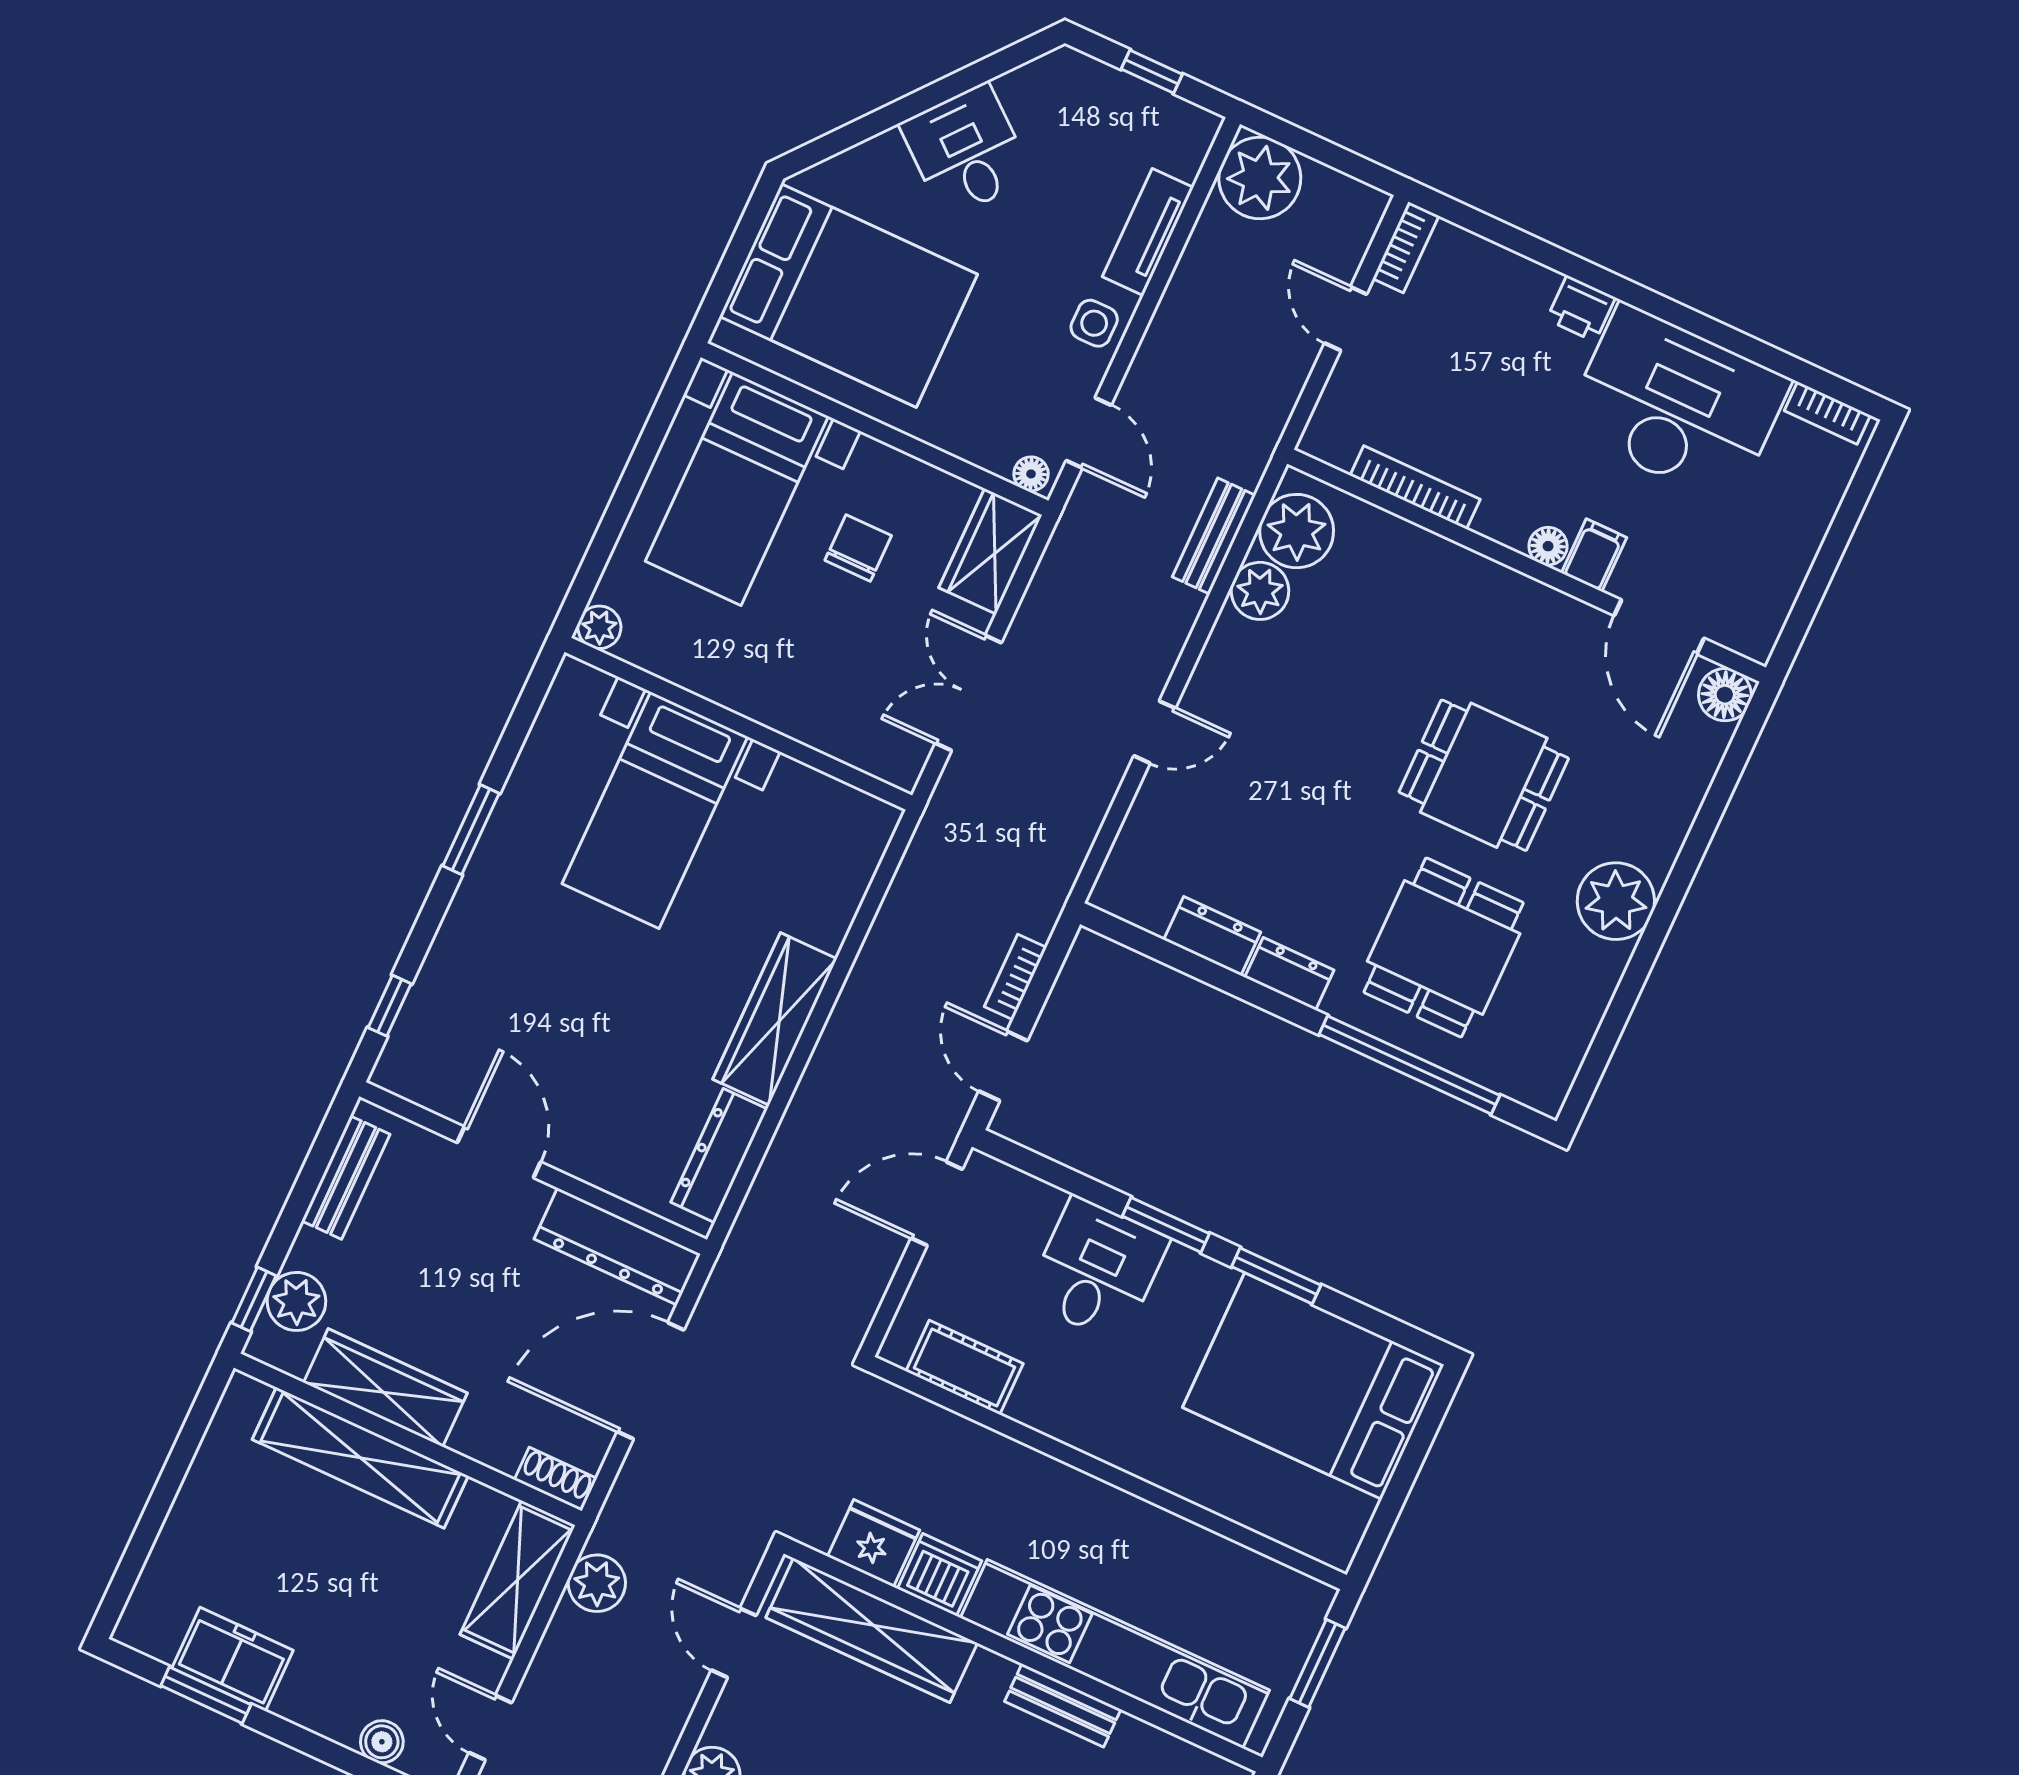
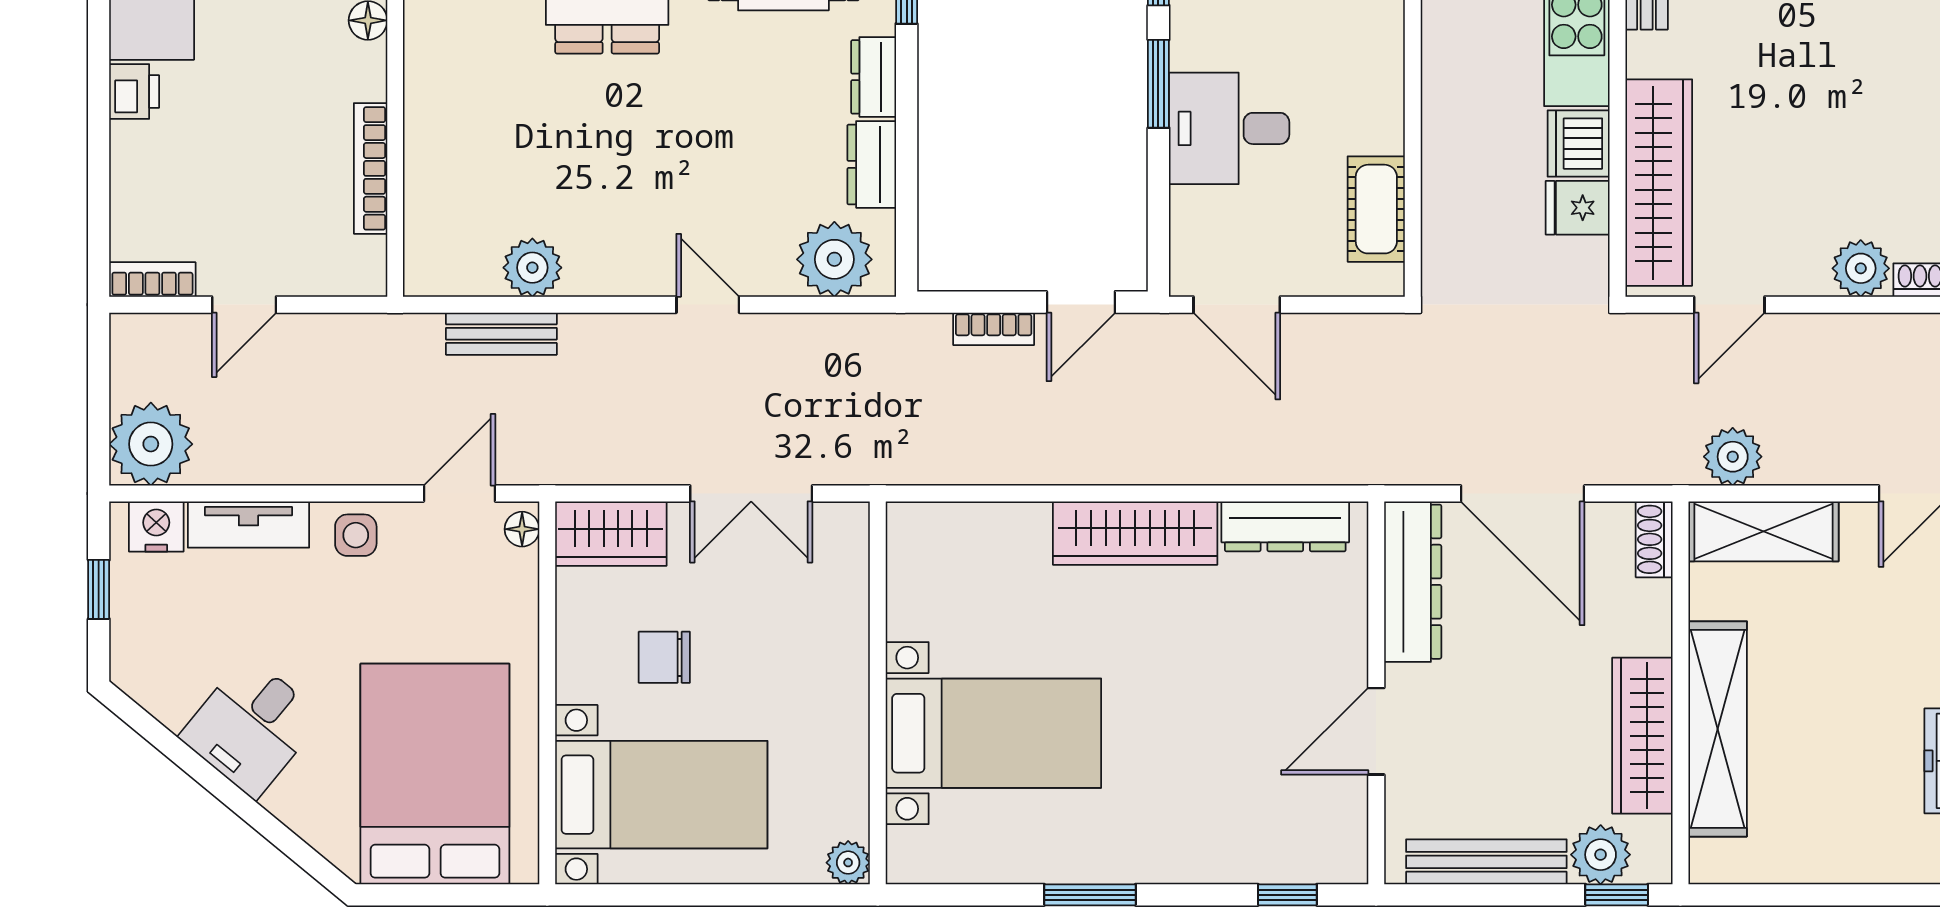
nightstand: (1184, 149) -> (156, 527), added
plant: (1297, 531) -> (834, 259), moved
bench: (346, 1178) -> (1486, 862), width x1.36
fridge: (873, 1543) -> (1578, 208), width x0.72

